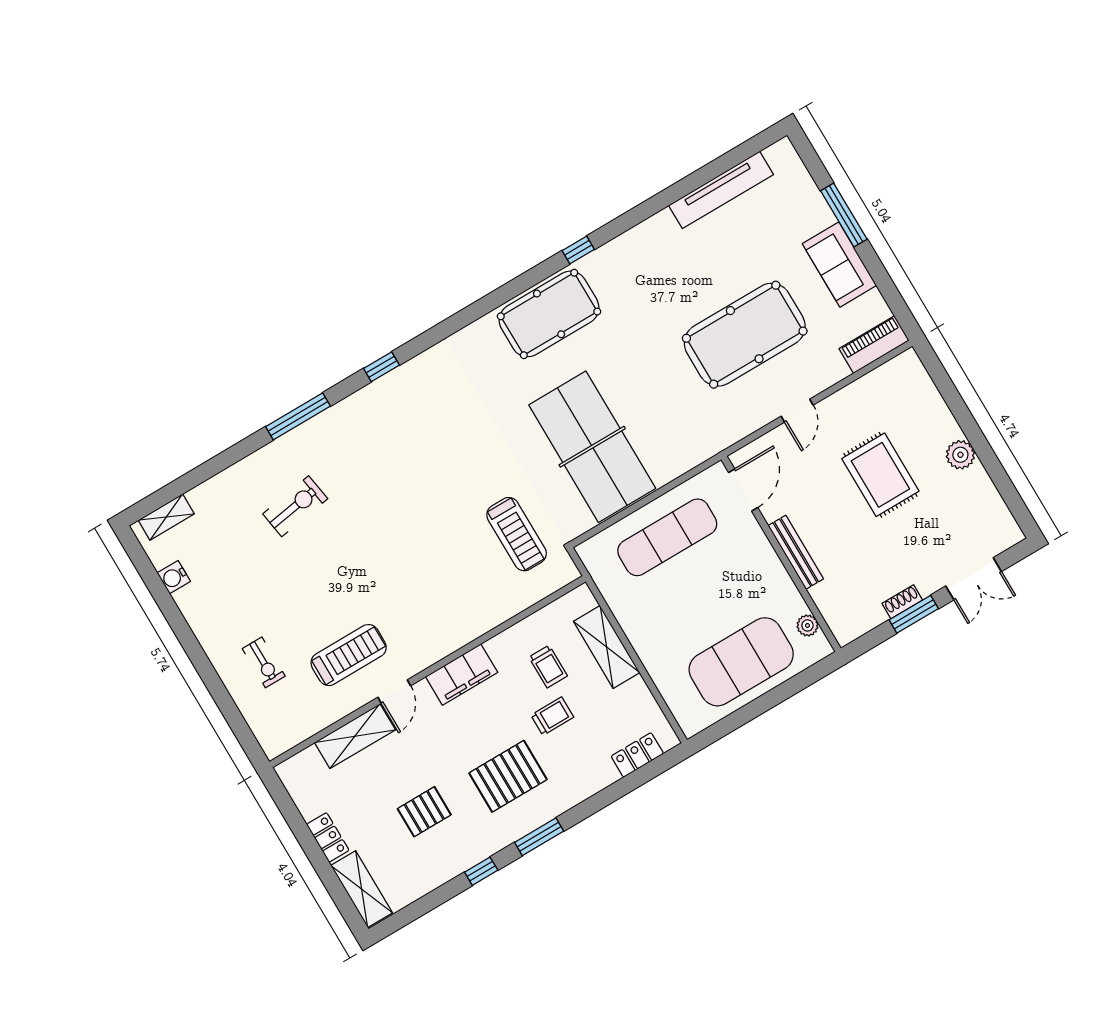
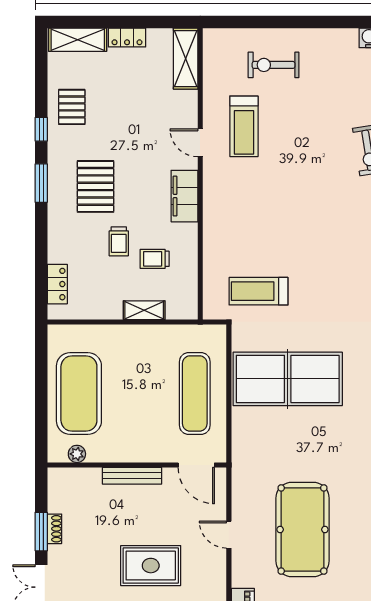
shelving: (607, 647) -> (144, 310), width x0.67, depth x0.75
exercise bike: (264, 662) -> (273, 65), width x1.38, depth x1.39
shelving: (355, 736) -> (186, 59), moved
pallet: (424, 812) -> (72, 107), moved

